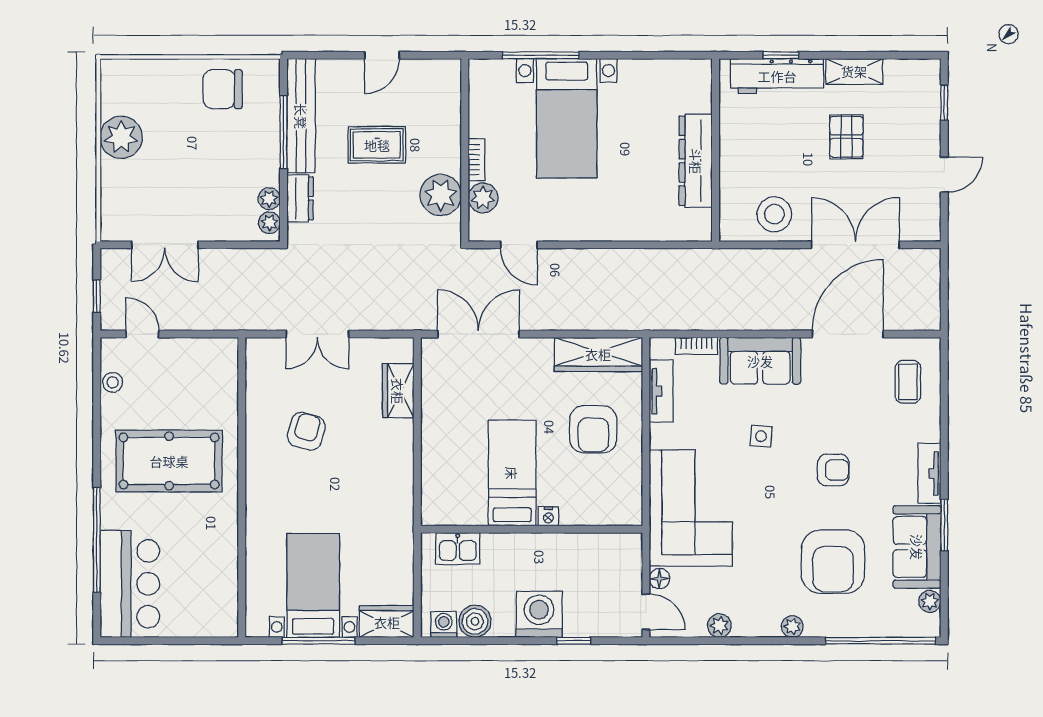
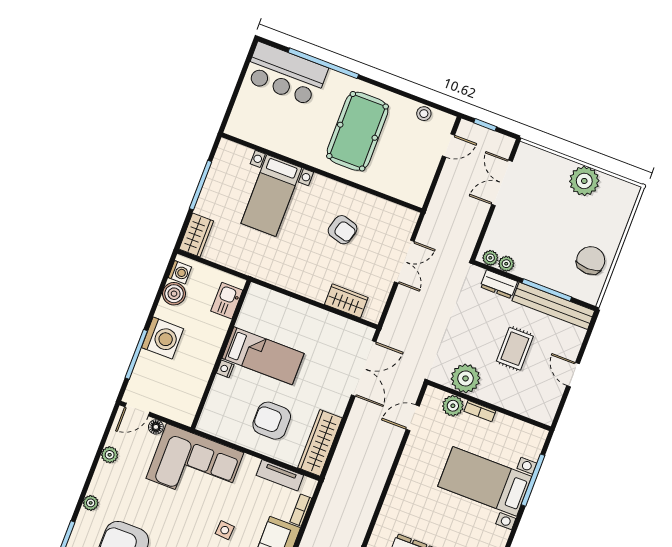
double door: (317, 334) -> (404, 262), swing flipped
bed with nightstands: (313, 585) -> (271, 196), moved, turned 90
window: (574, 641) -> (136, 354), width x2.17

